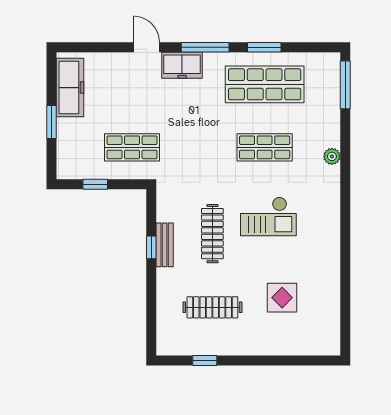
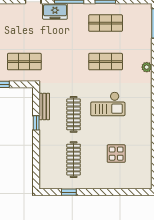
shop shelf: (265, 84) -> (106, 23), width x0.70, depth x0.74
bench: (165, 245) -> (44, 106), moved
clothes rail: (212, 307) -> (74, 160), turned 90

